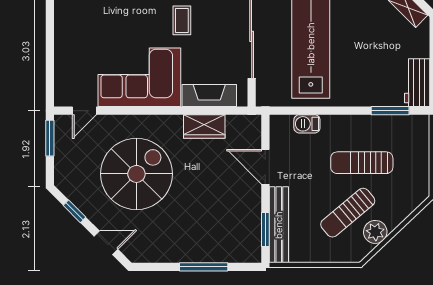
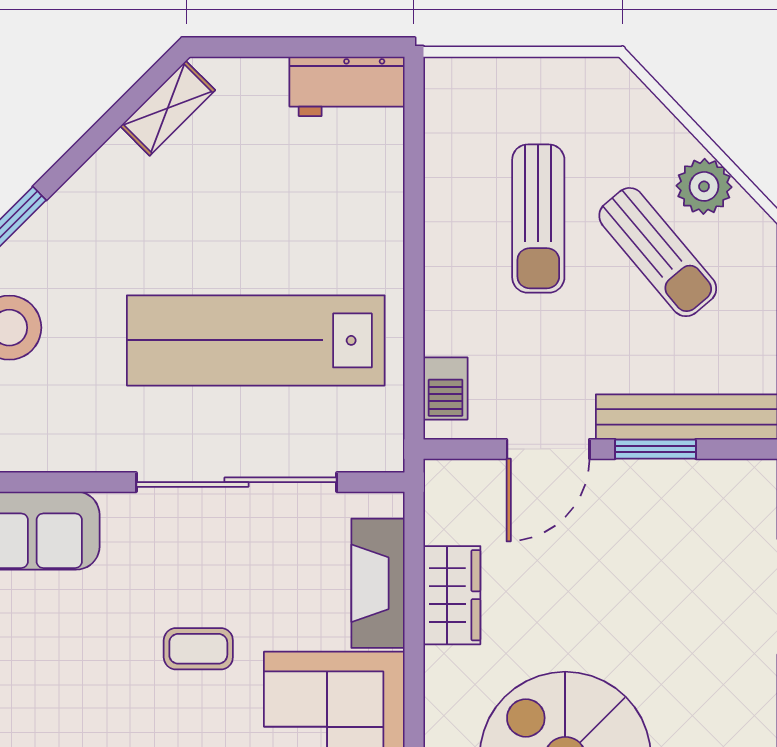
window: (390, 111) -> (414, 151), removed
barbecue: (307, 124) -> (446, 388), moved
window: (265, 229) -> (655, 449), moved

